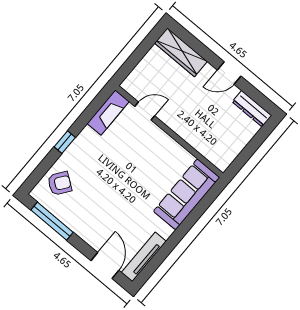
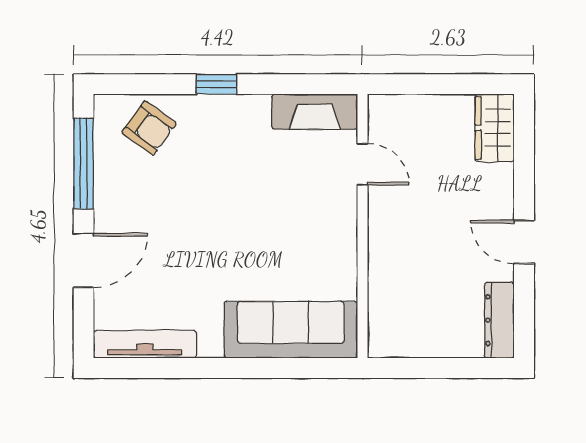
wardrobe: (181, 52) -> (495, 128), width x0.67
door: (105, 266) -> (84, 260), moved

